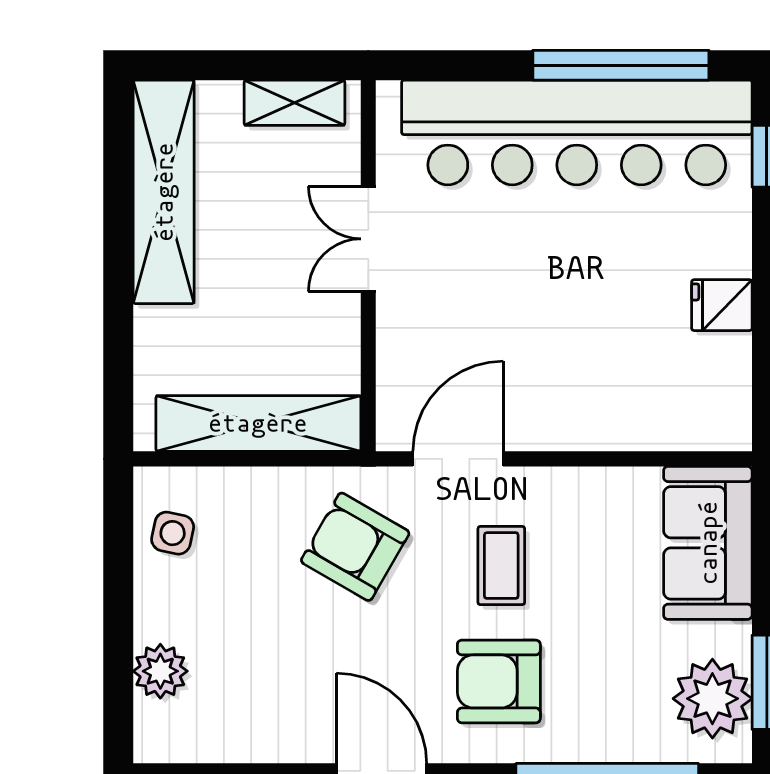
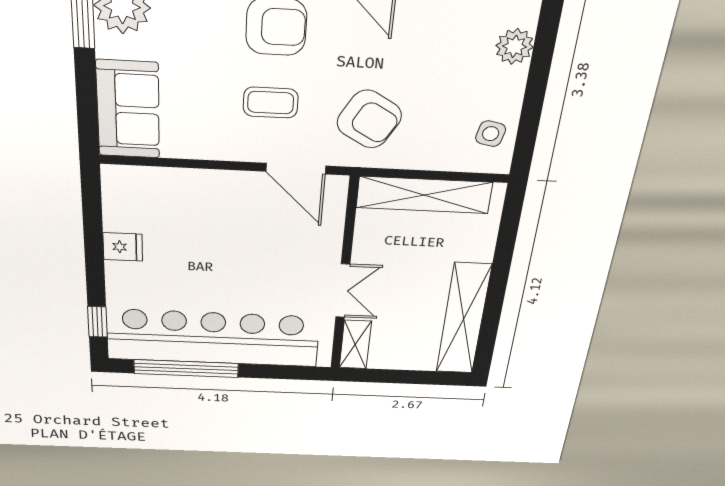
shelving: (294, 103) -> (355, 345), moved, turned 90
door: (458, 459) -> (296, 169), hinge flipped
coffee table: (501, 566) -> (271, 103), turned 90

